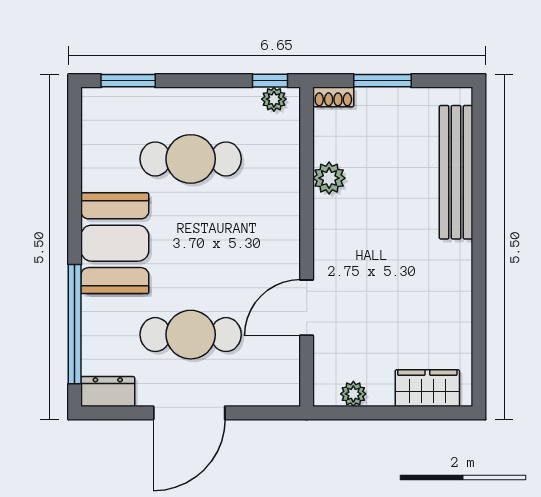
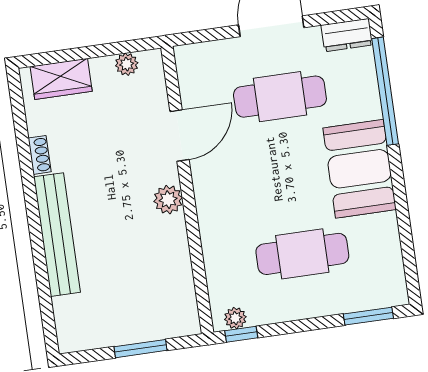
shoe rack: (333, 97) -> (40, 155), moved, turned 90
bench: (456, 172) -> (57, 235), moved
plant: (329, 178) -> (168, 200), moved

